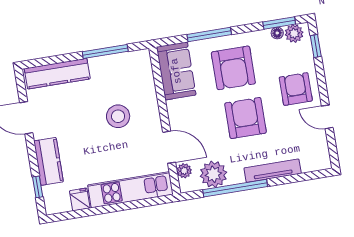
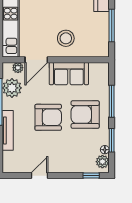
window: (279, 23) -> (112, 140), moved
sofa: (176, 71) -> (69, 74), moved
armchair: (296, 89) -> (63, 156), removed
stool: (118, 116) -> (66, 38), moved

